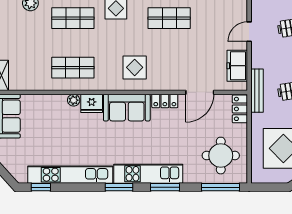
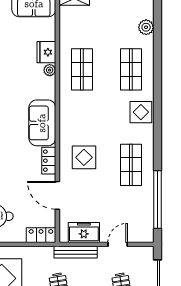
door: (249, 32) -> (118, 244), hinge flipped
display table: (135, 67) -> (84, 157), moved
bench: (257, 91) -> (76, 252), moved
fridge: (92, 103) -> (46, 52), moved

